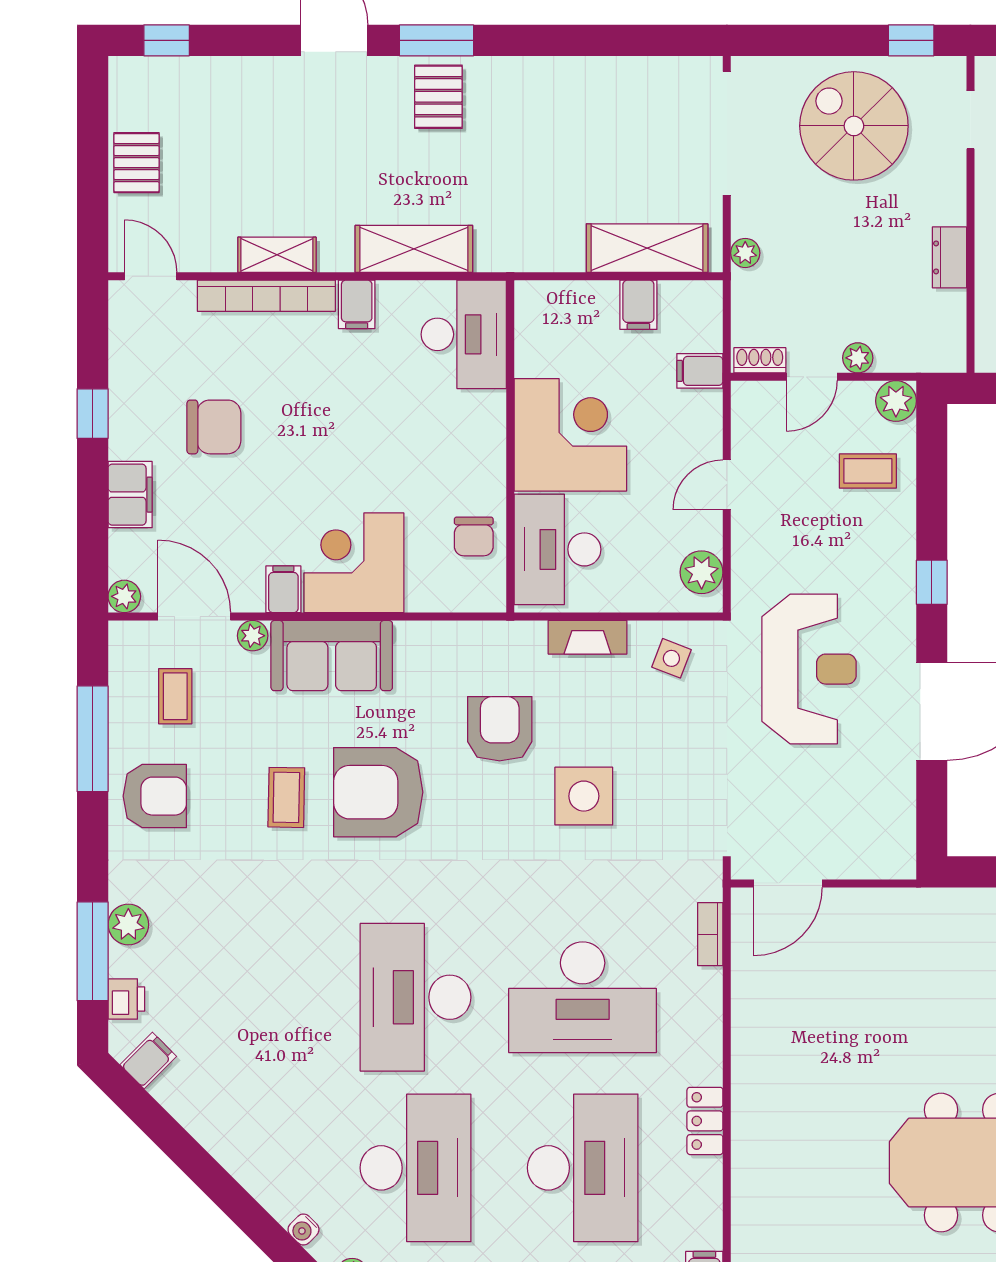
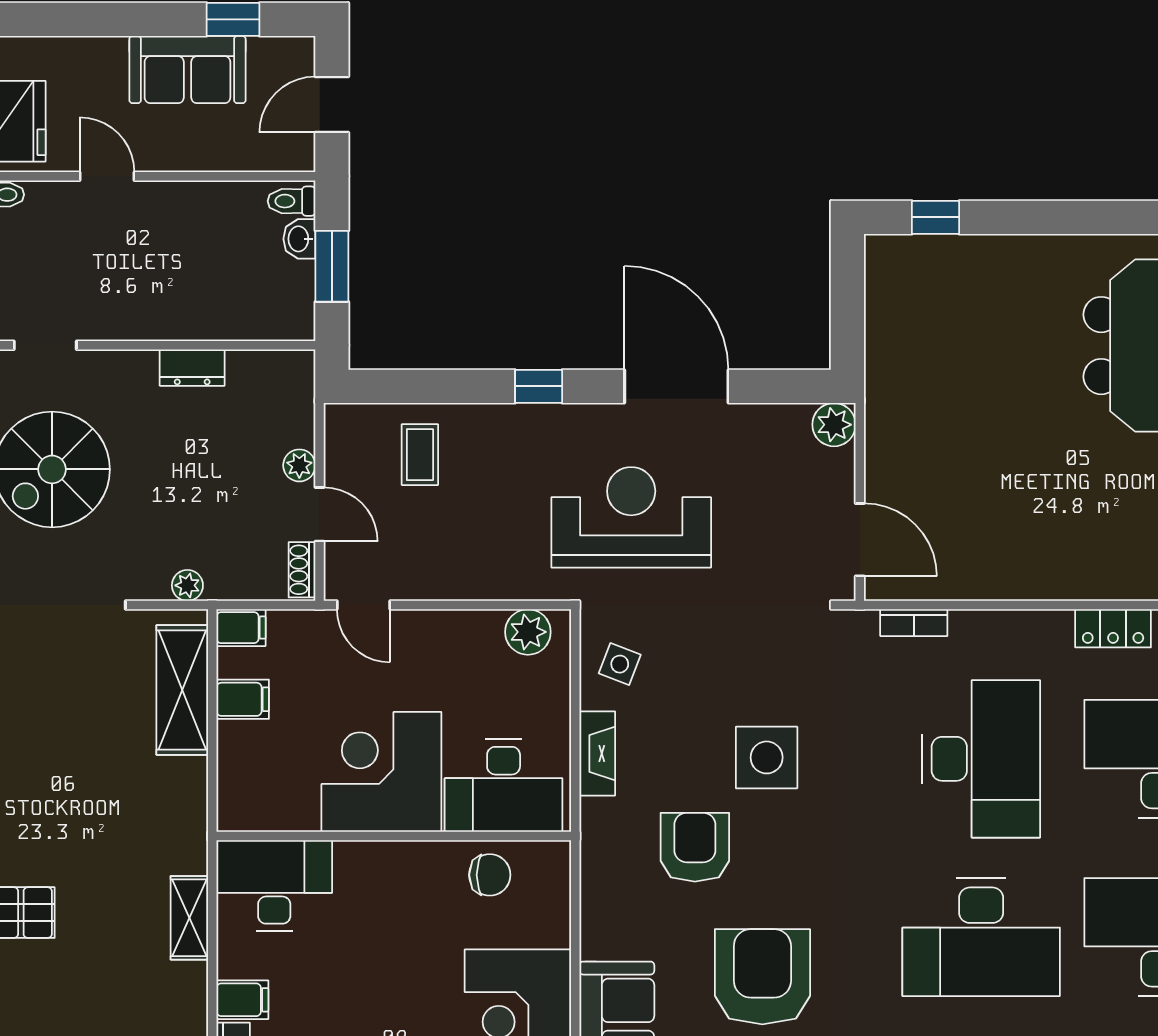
shelving: (414, 249) -> (189, 918), width x0.67, depth x0.75
filing cabinet: (700, 371) -> (241, 628), moved, turned -90
plant: (896, 401) -> (834, 425), moved
door: (727, 485) -> (364, 605), moved
armchair: (500, 729) -> (695, 847), turned 90
armchair: (378, 792) -> (762, 977), turned 180

